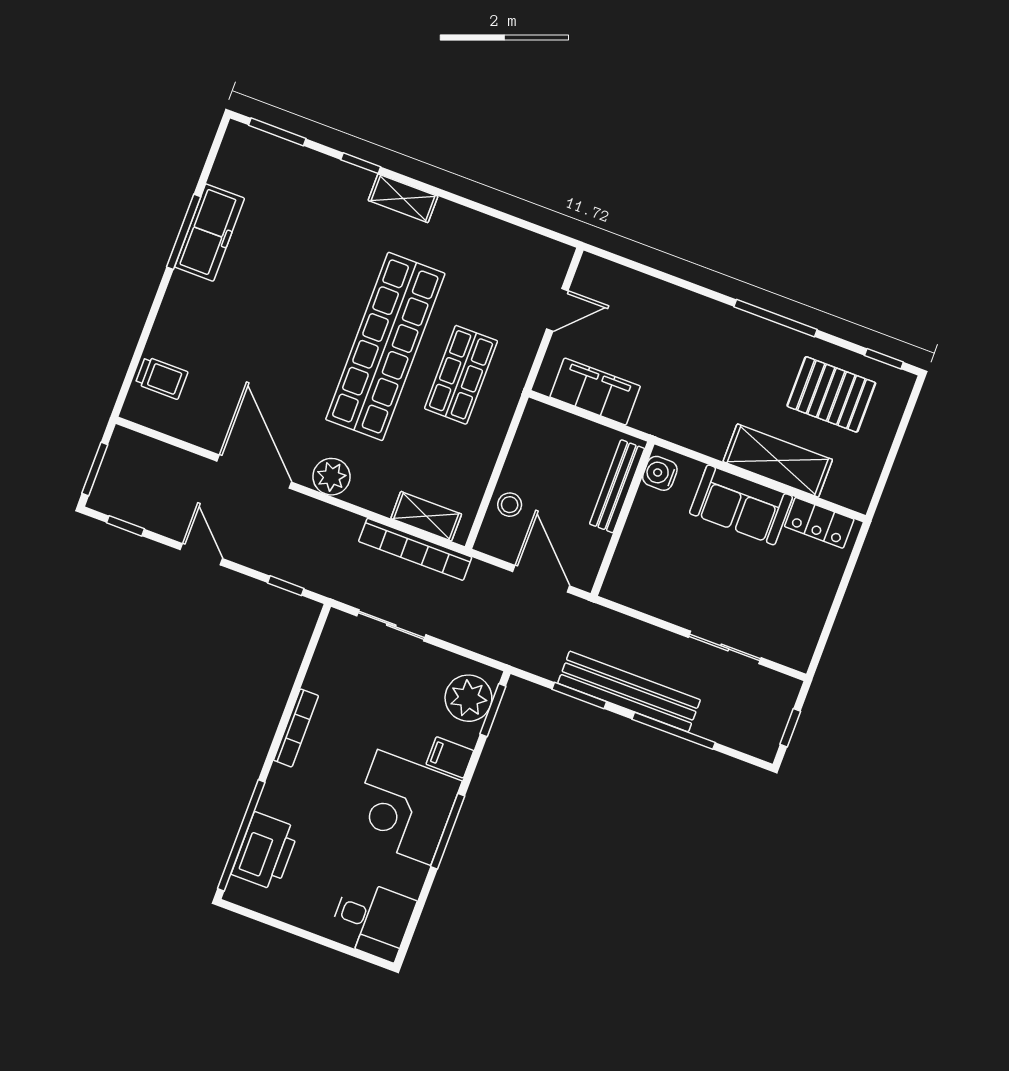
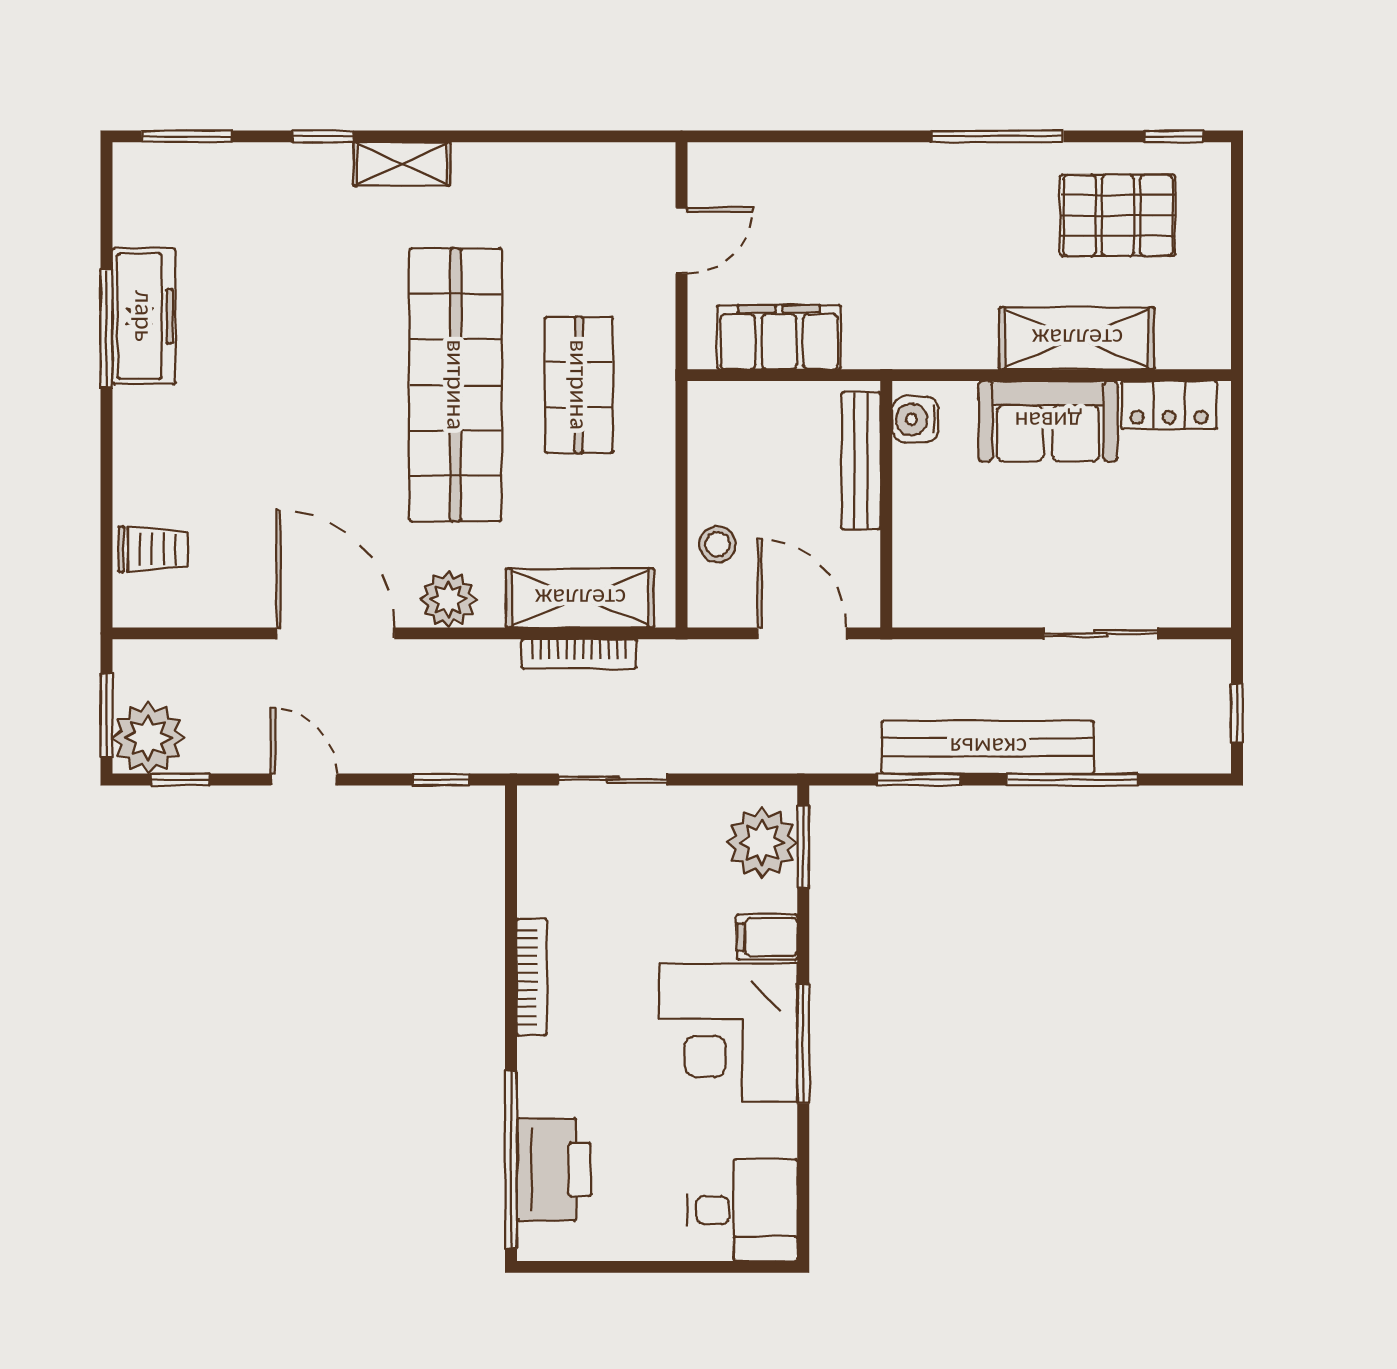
plant: (115, 493) -> (148, 738), added
shelving: (426, 516) -> (580, 598), width x1.50, depth x1.33
bookcase: (415, 549) -> (579, 654), width x0.68, depth x0.76

